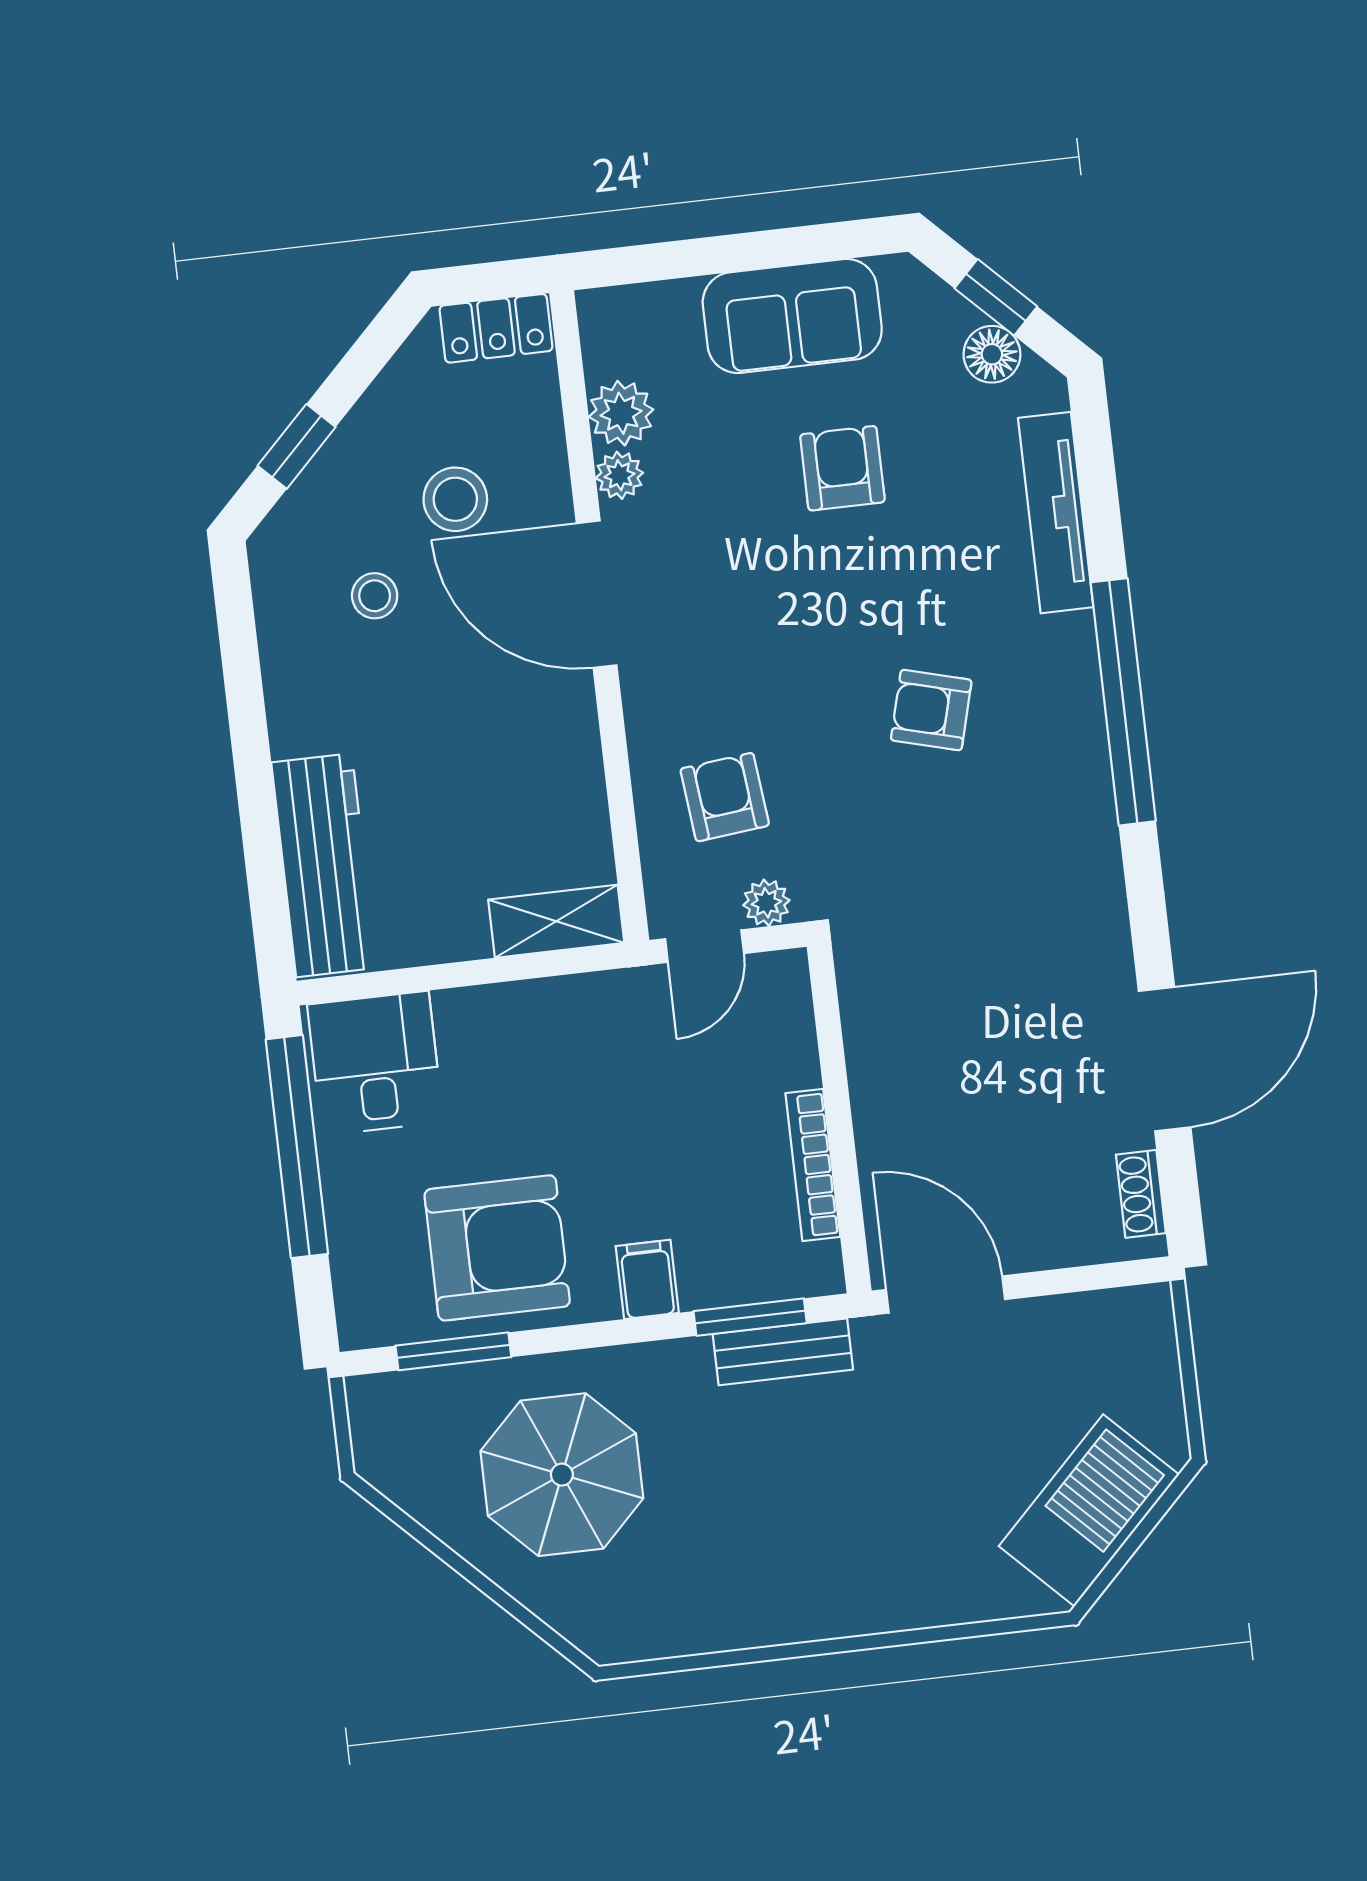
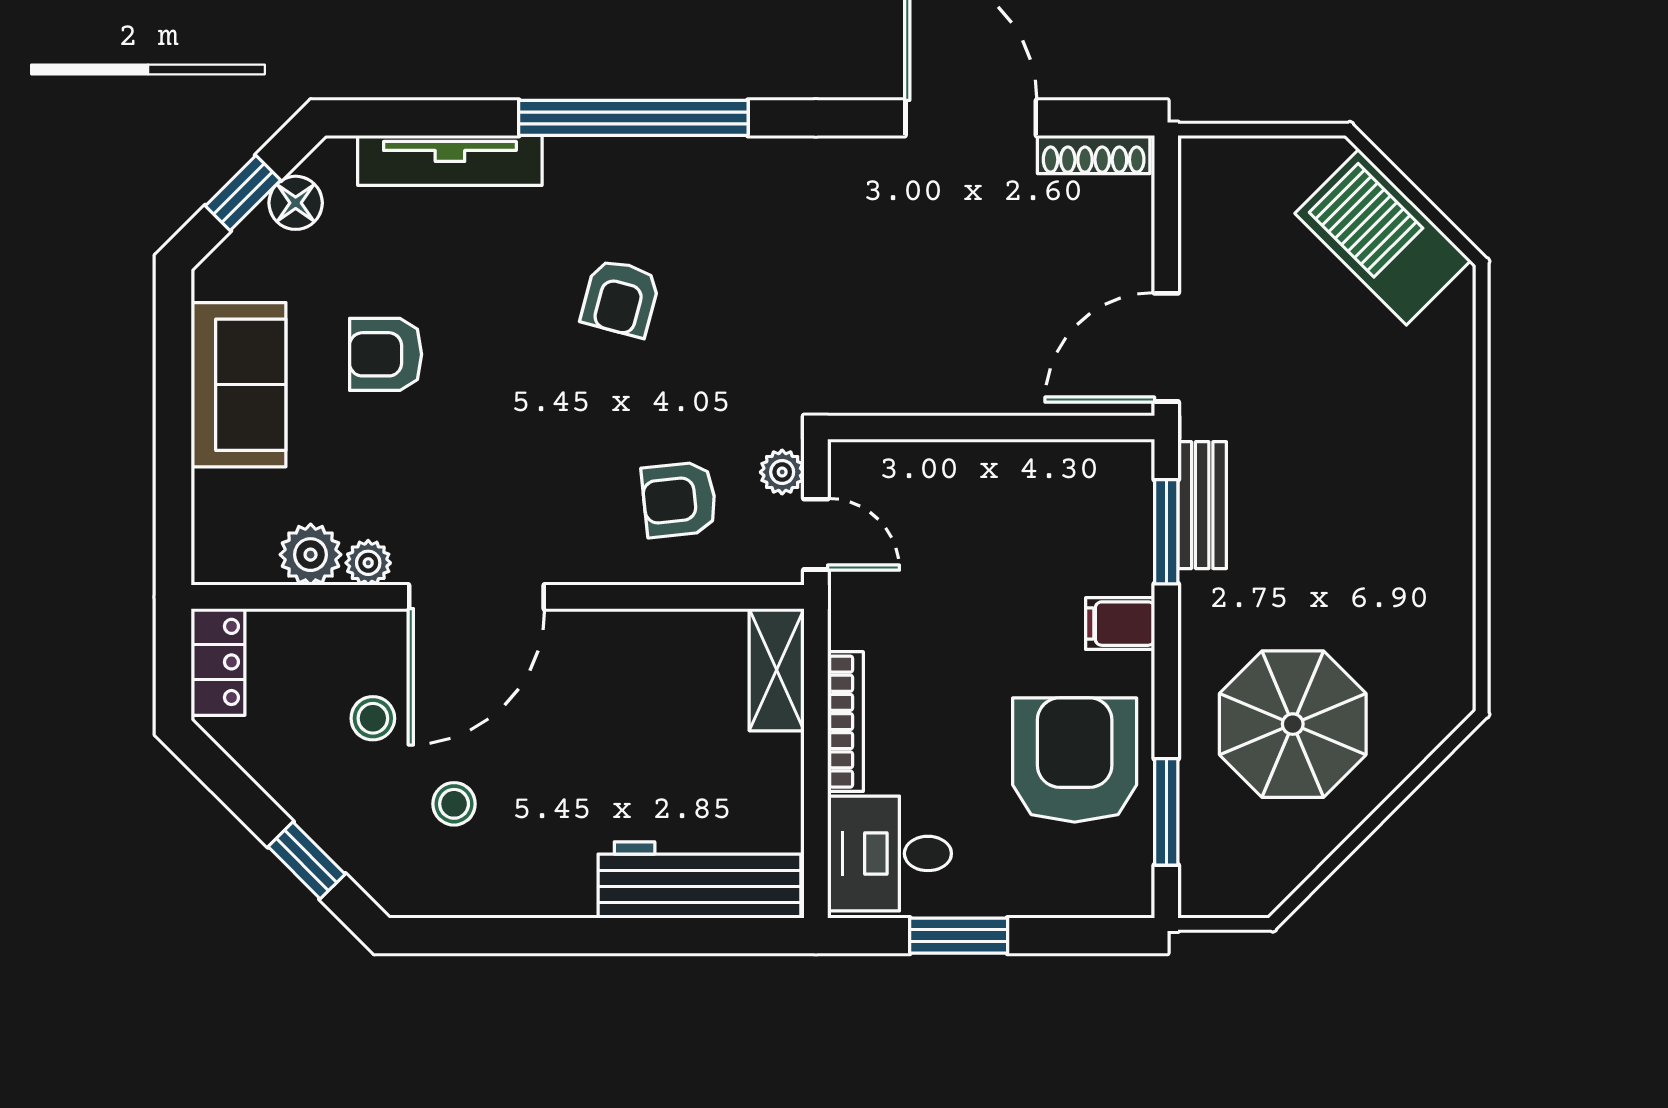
stool: (455, 499) -> (373, 718), width x0.73, depth x0.73
window: (297, 1147) -> (959, 936), width x0.47
bookcase: (813, 1165) -> (845, 722), moved, turned -90
shoe rack: (1141, 1194) -> (1094, 155), width x1.43

